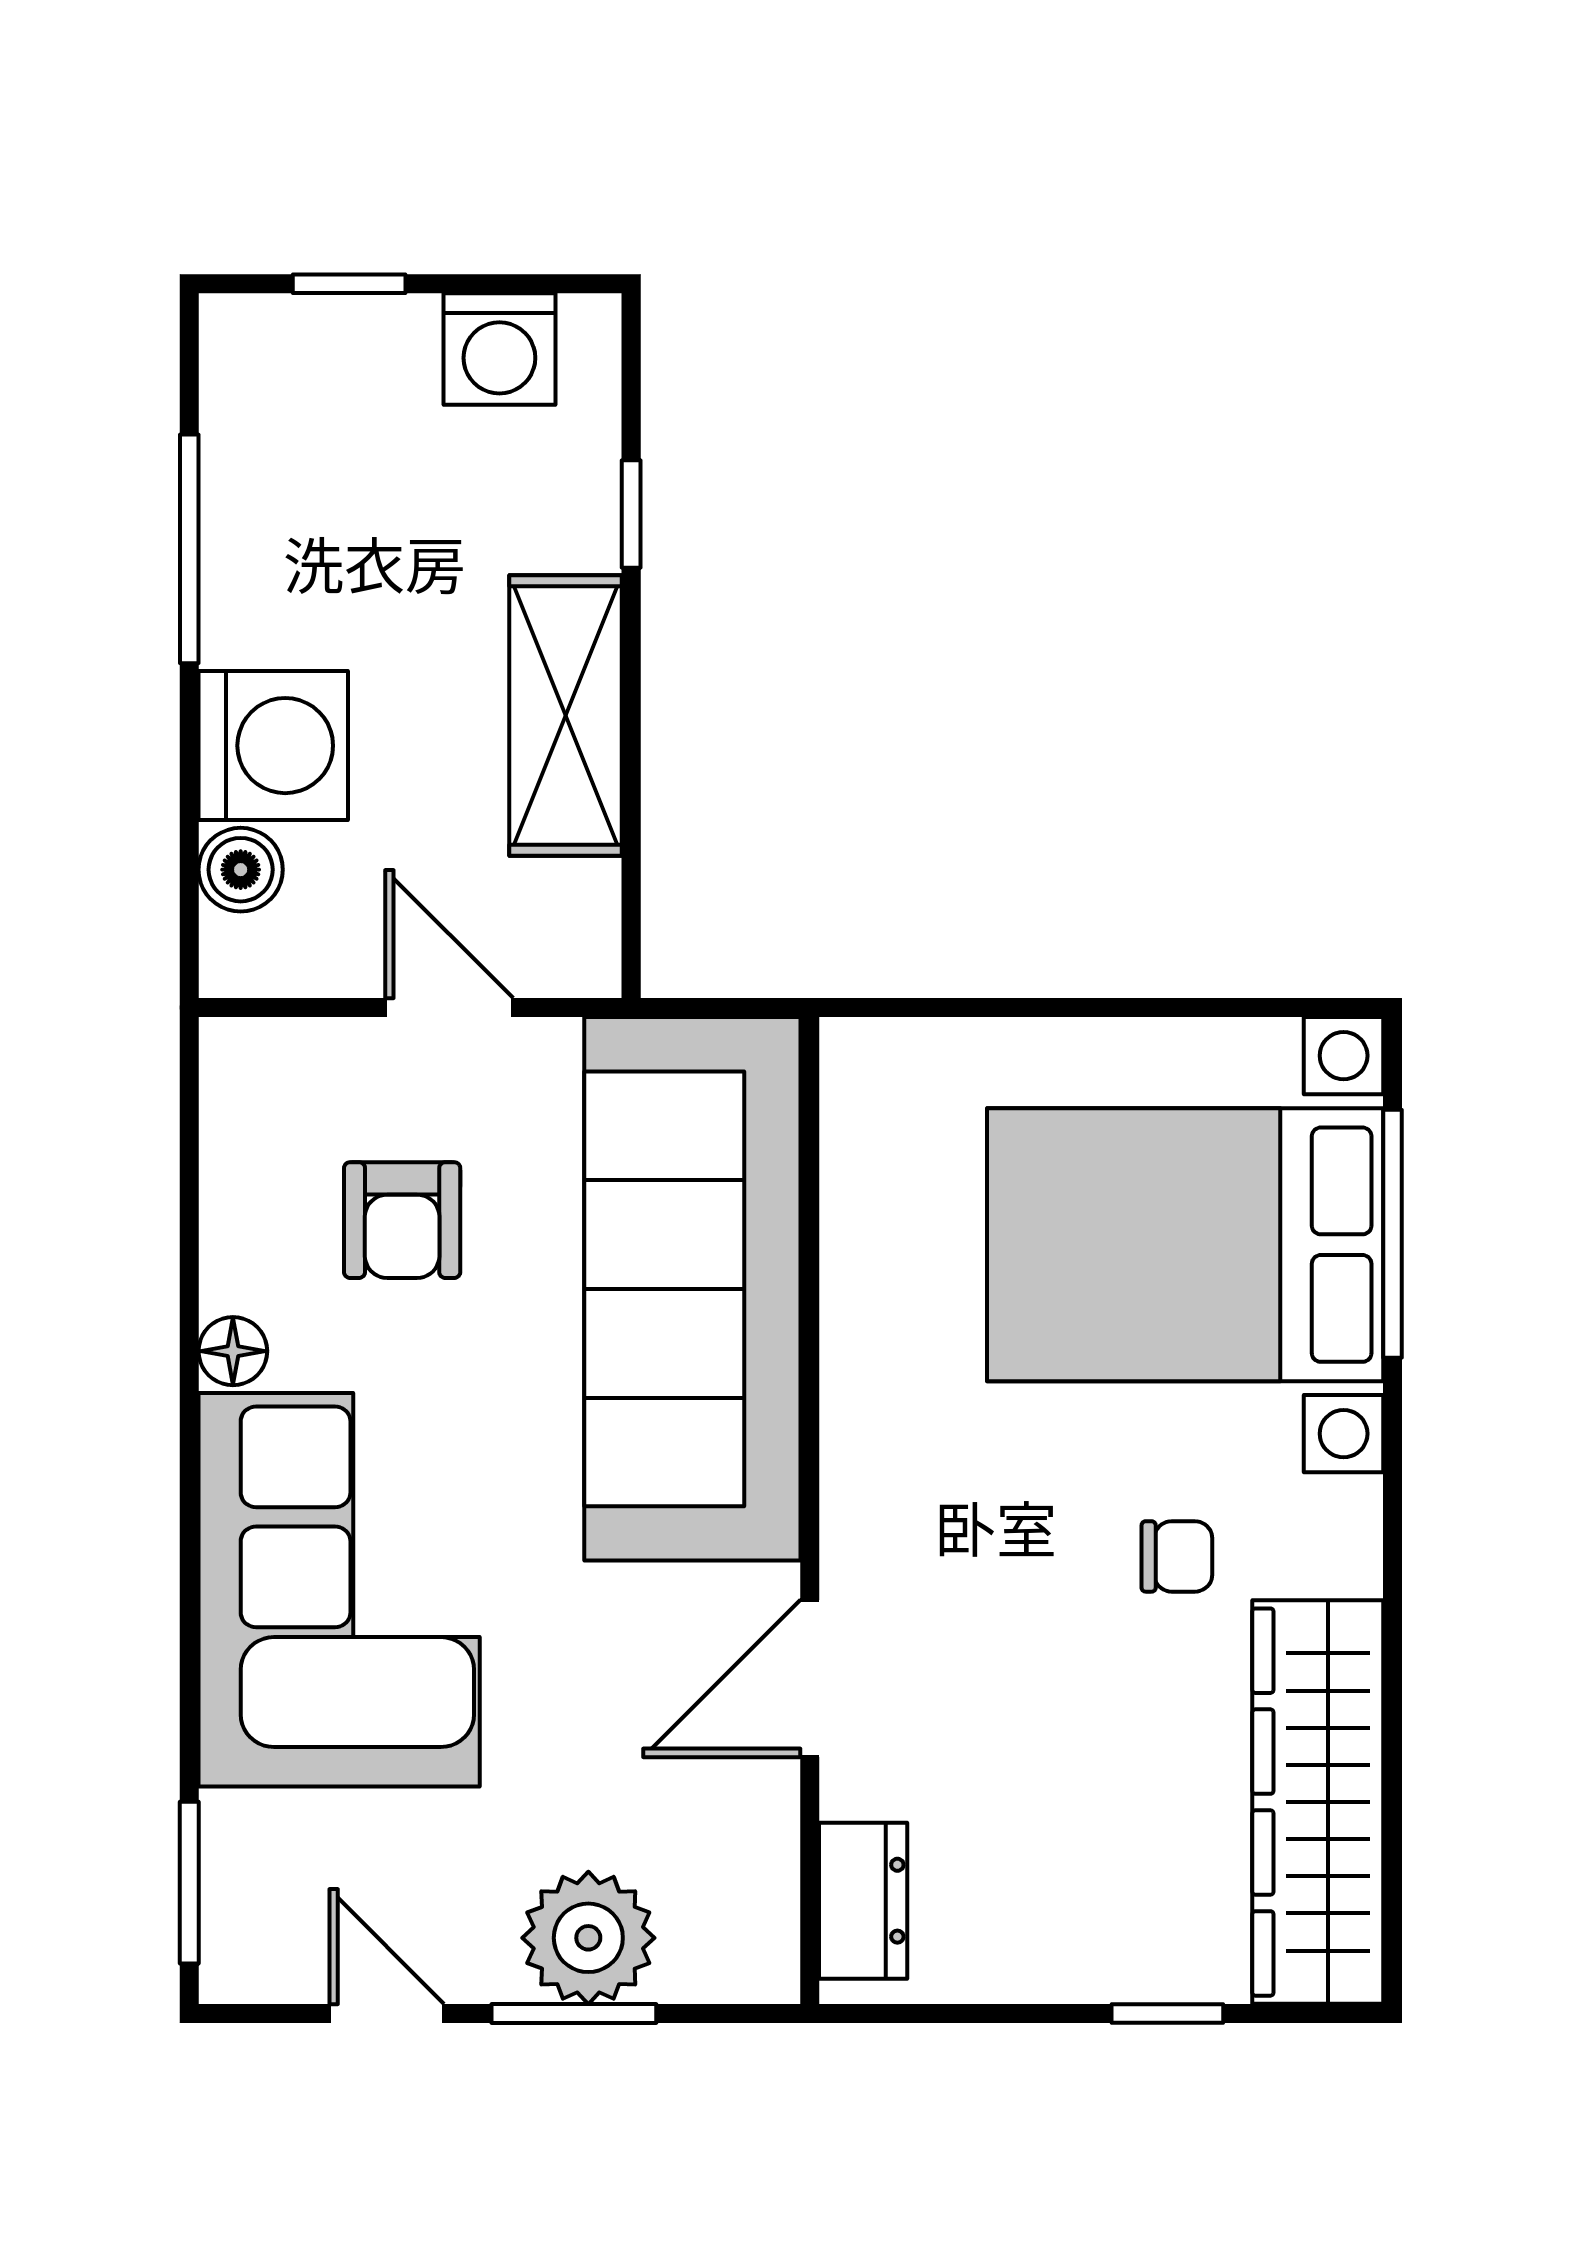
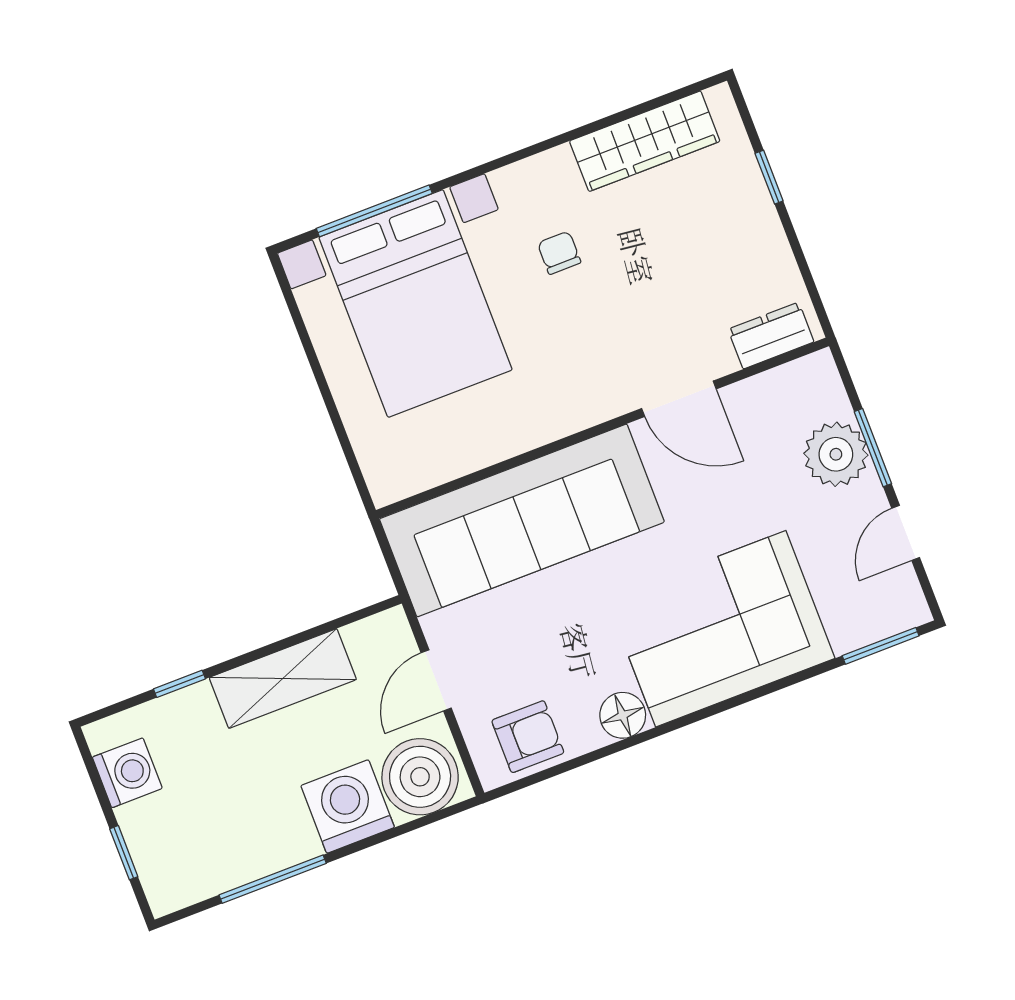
boiler: (241, 870) -> (420, 777), width x1.86, depth x1.86
armchair: (402, 1220) -> (528, 737), moved
floor lamp: (233, 1351) -> (623, 715), width x1.37, depth x1.37
wardrobe: (1318, 1802) -> (645, 141), width x0.71, depth x0.85

